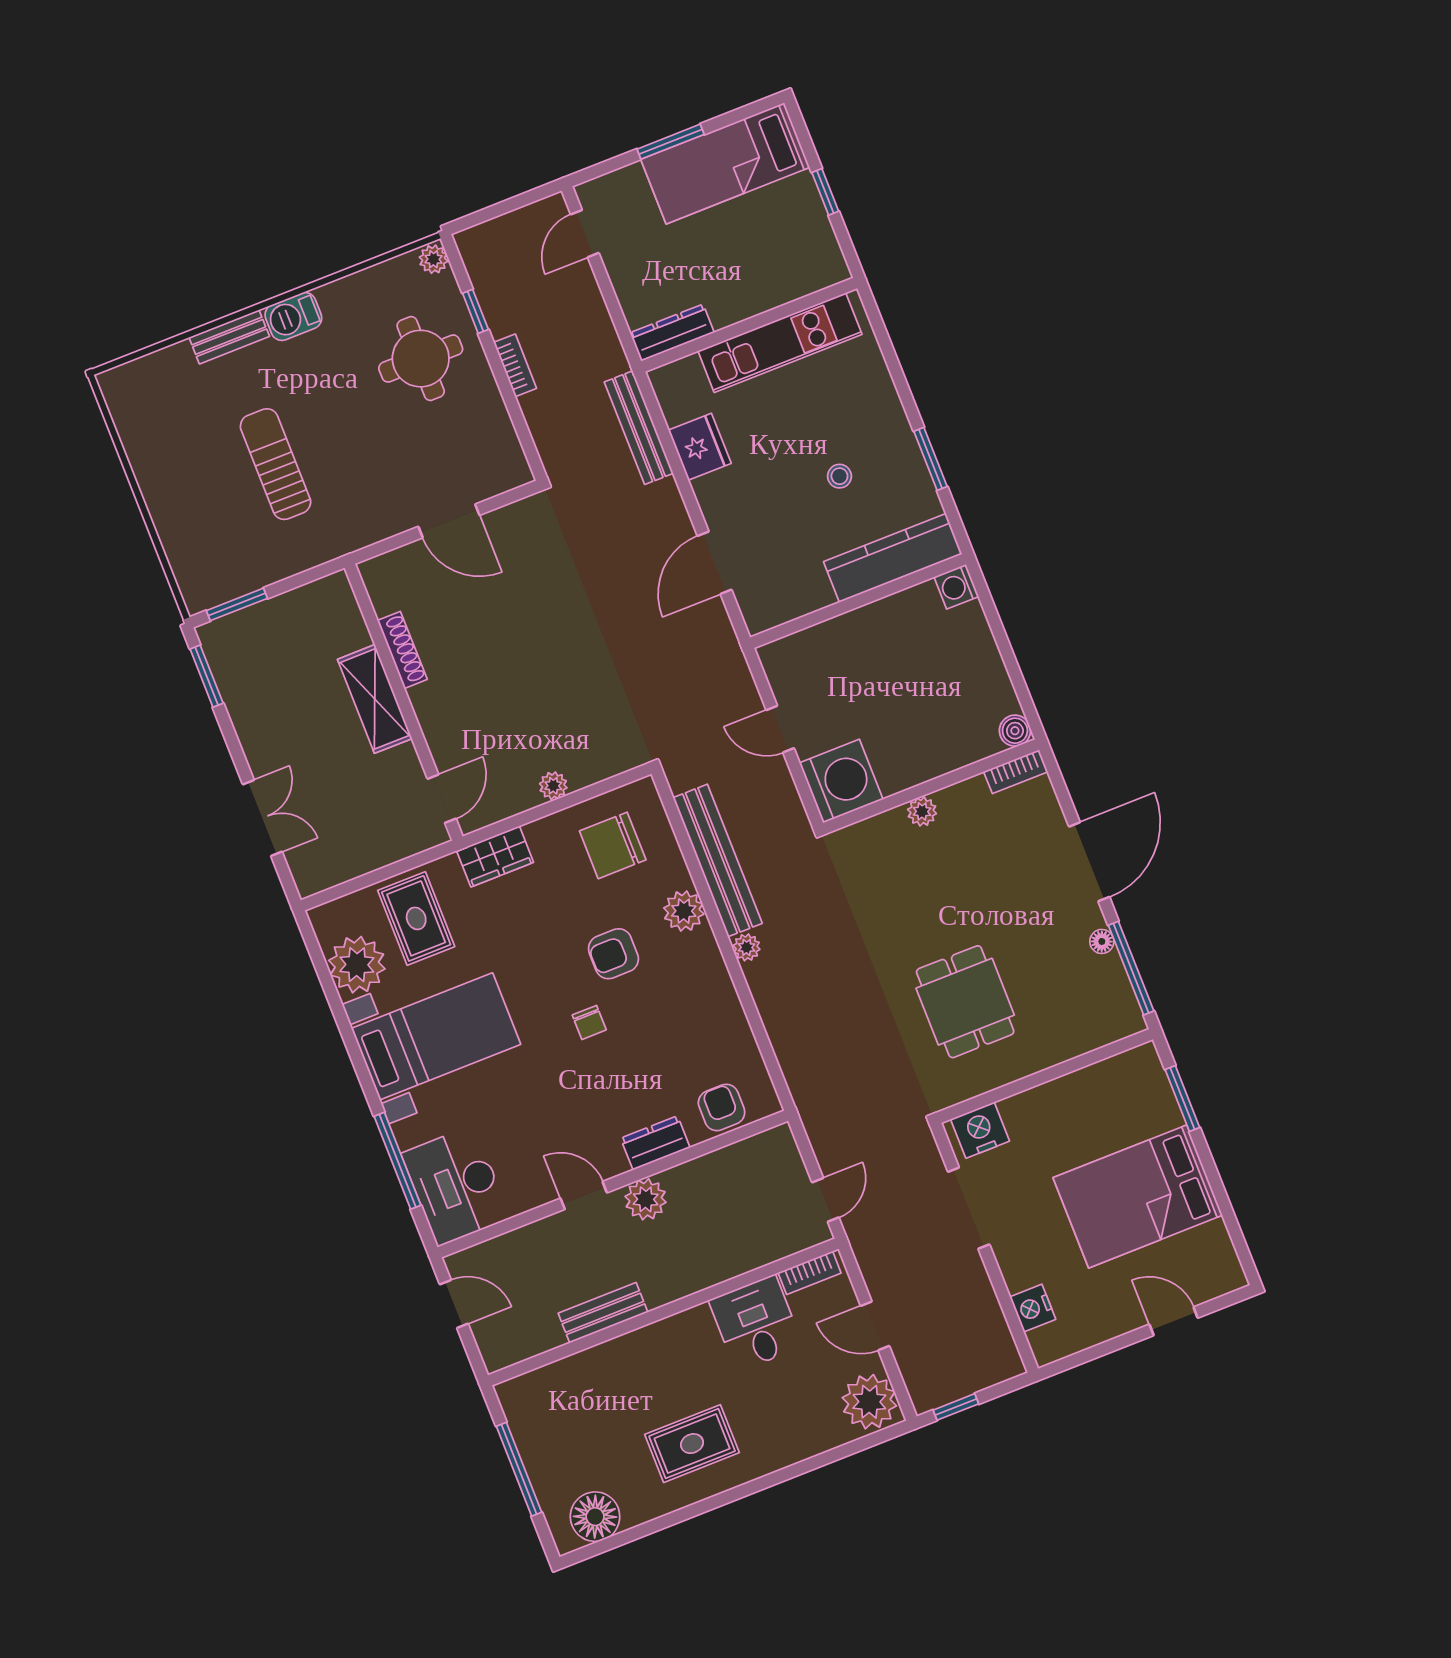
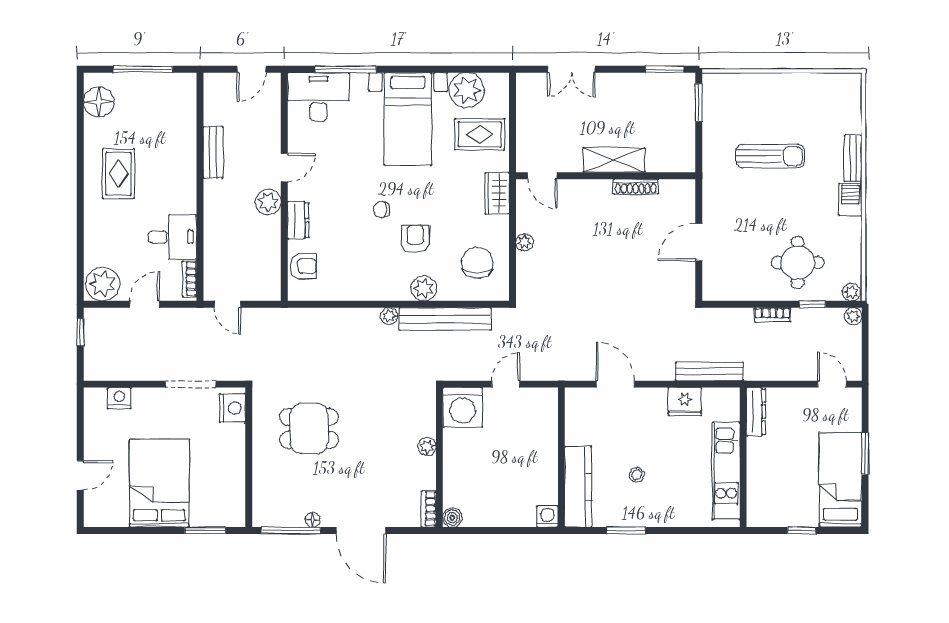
plant: (469, 242) -> (853, 316), added

